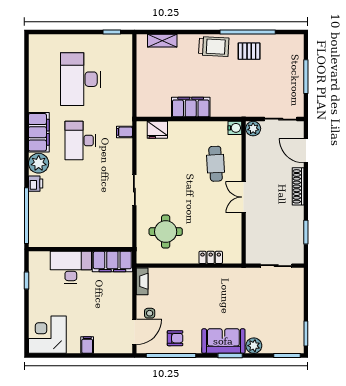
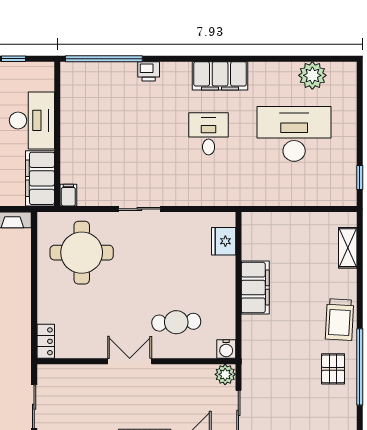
filing cabinet: (124, 132) -> (68, 195), moved
desk: (80, 141) -> (209, 134), width x0.73
plant: (39, 163) -> (312, 75), moved
round table: (166, 232) -> (82, 253), width x1.36, depth x1.36
locker: (211, 257) -> (46, 341), moved

